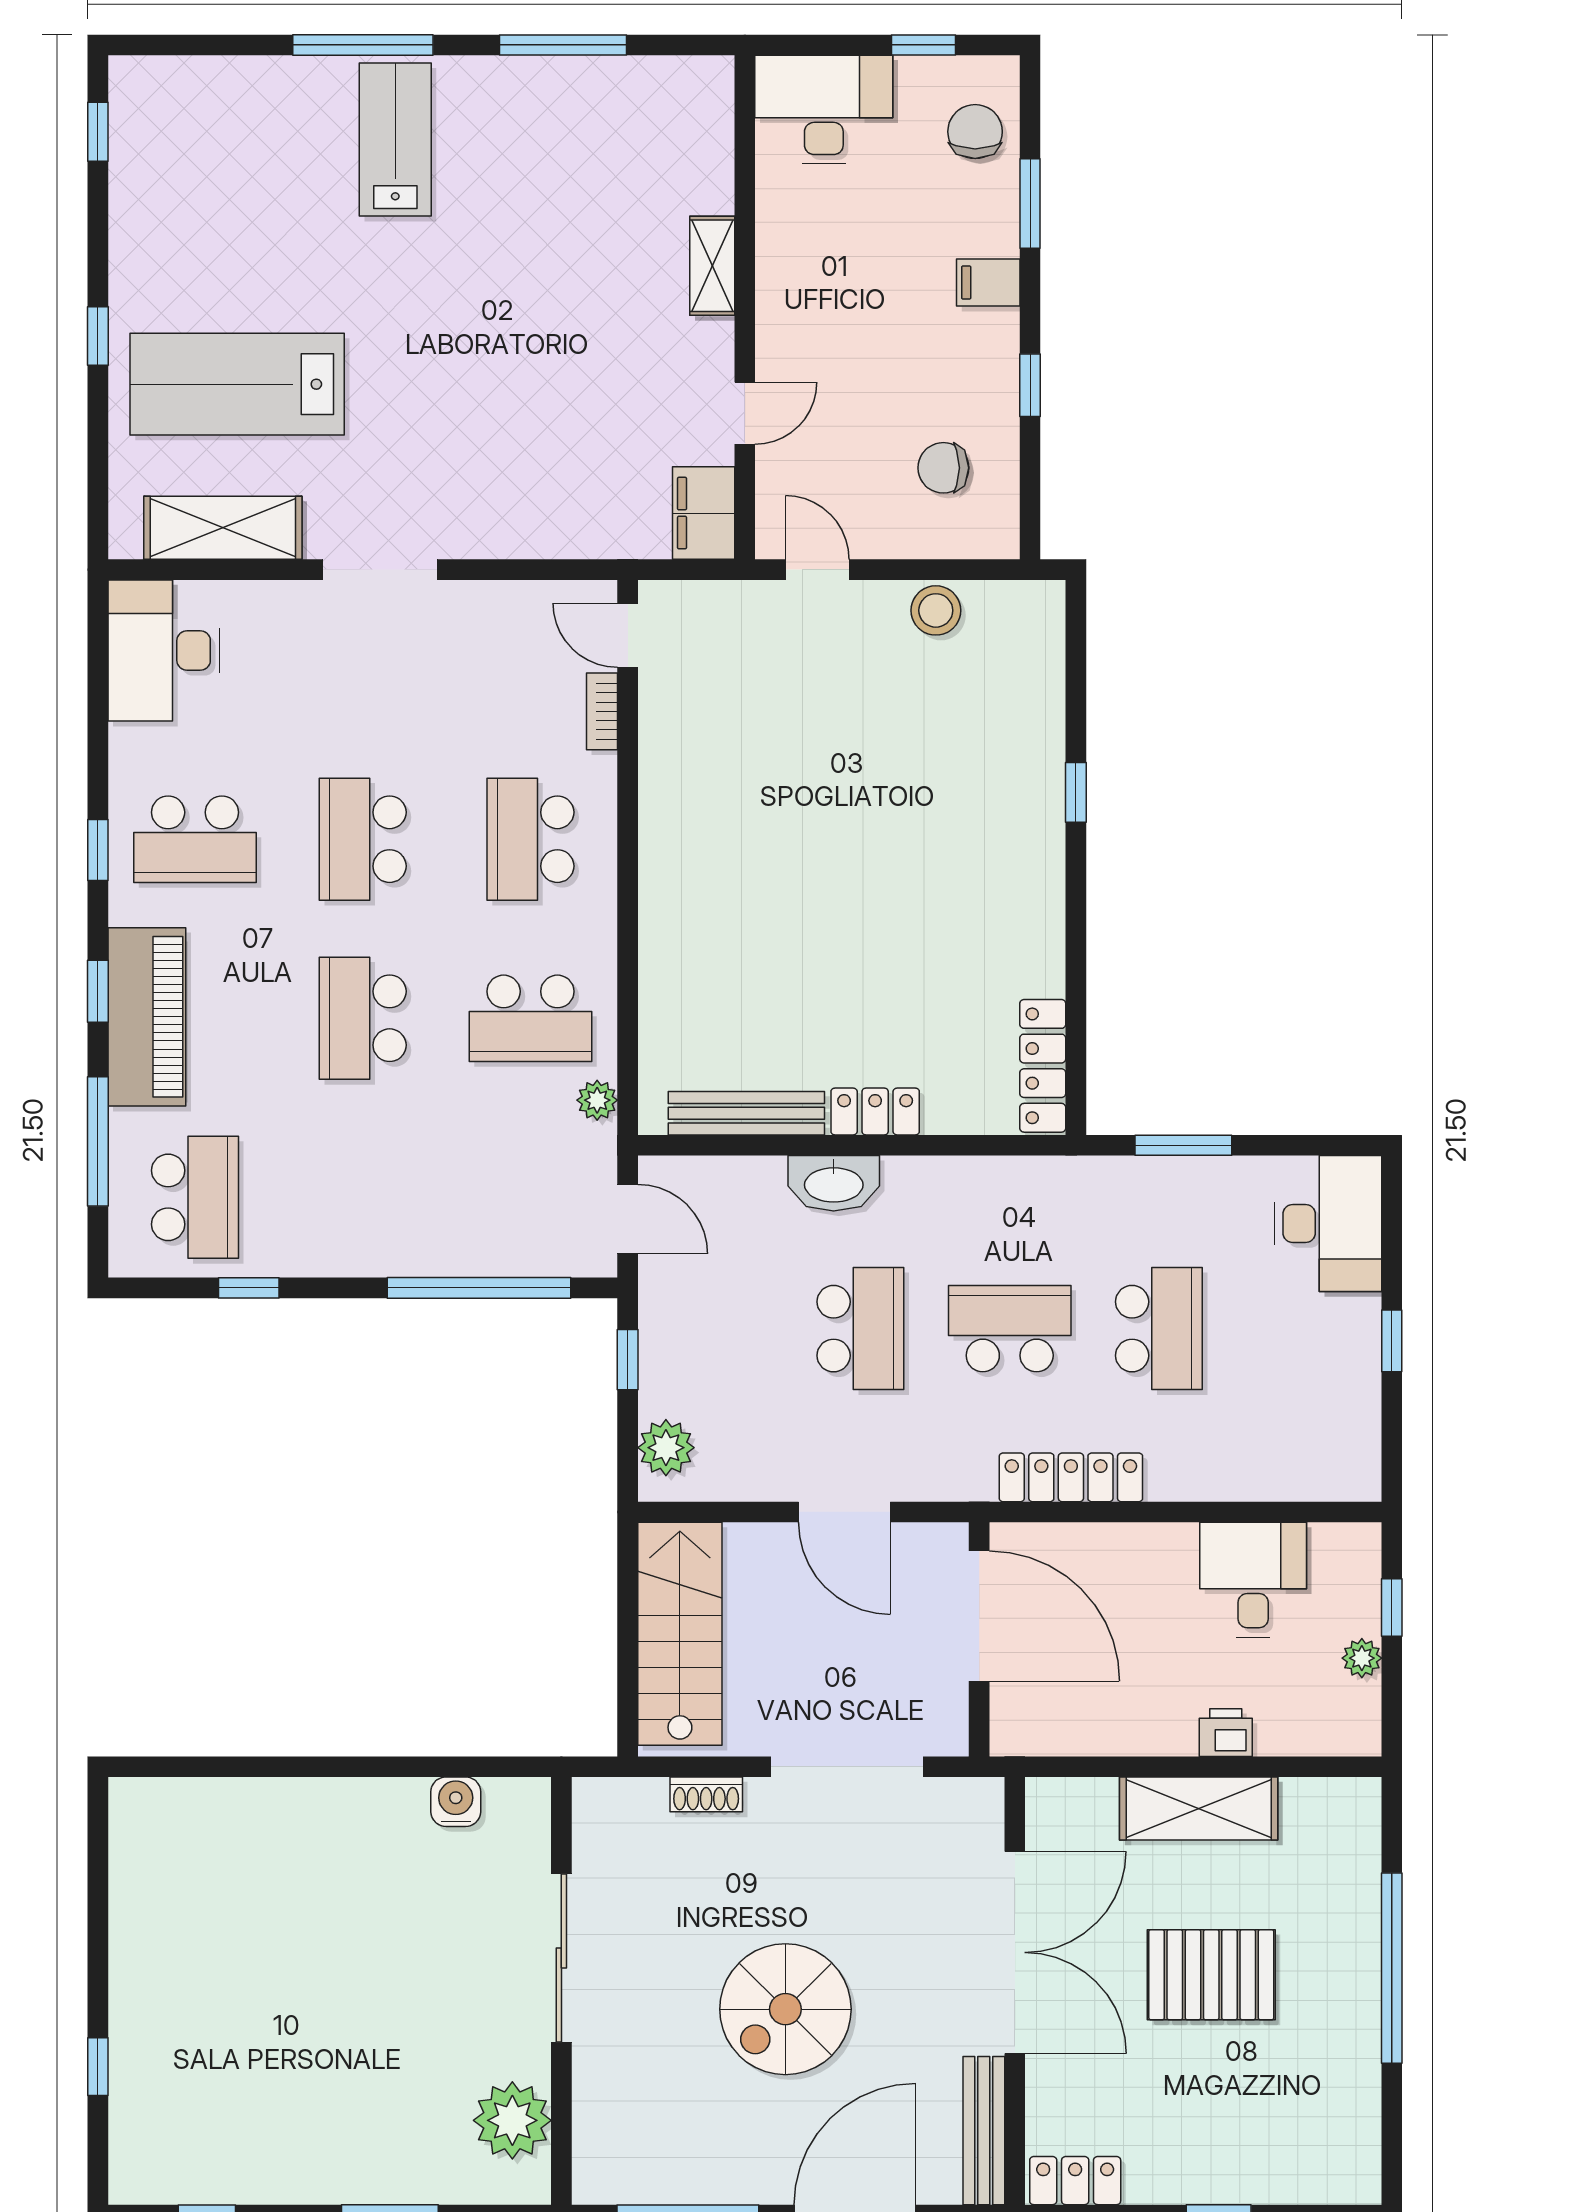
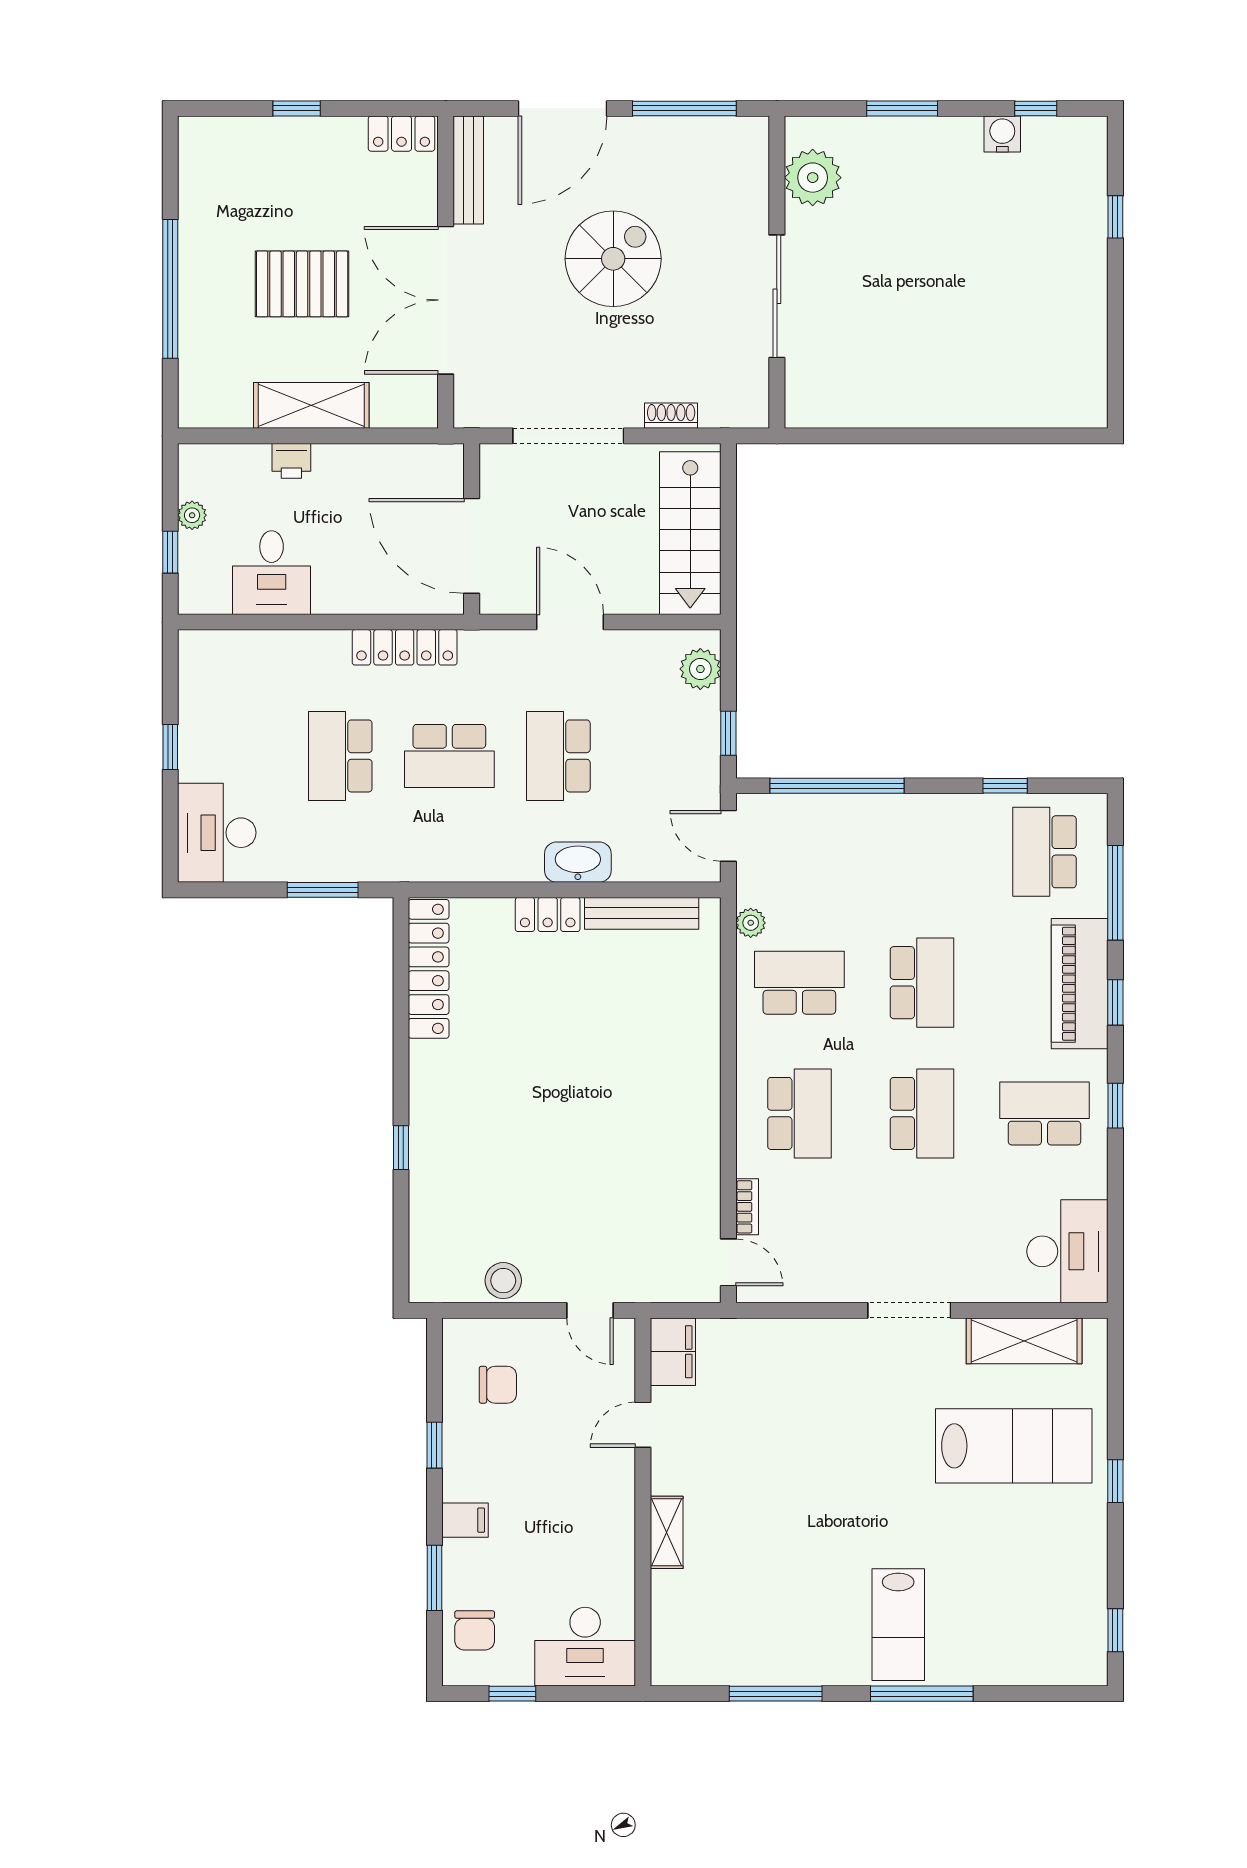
locker: (1043, 1066) -> (429, 969), width x1.41, depth x1.21
water cooler: (456, 1802) -> (1002, 134), moved, turned 180

